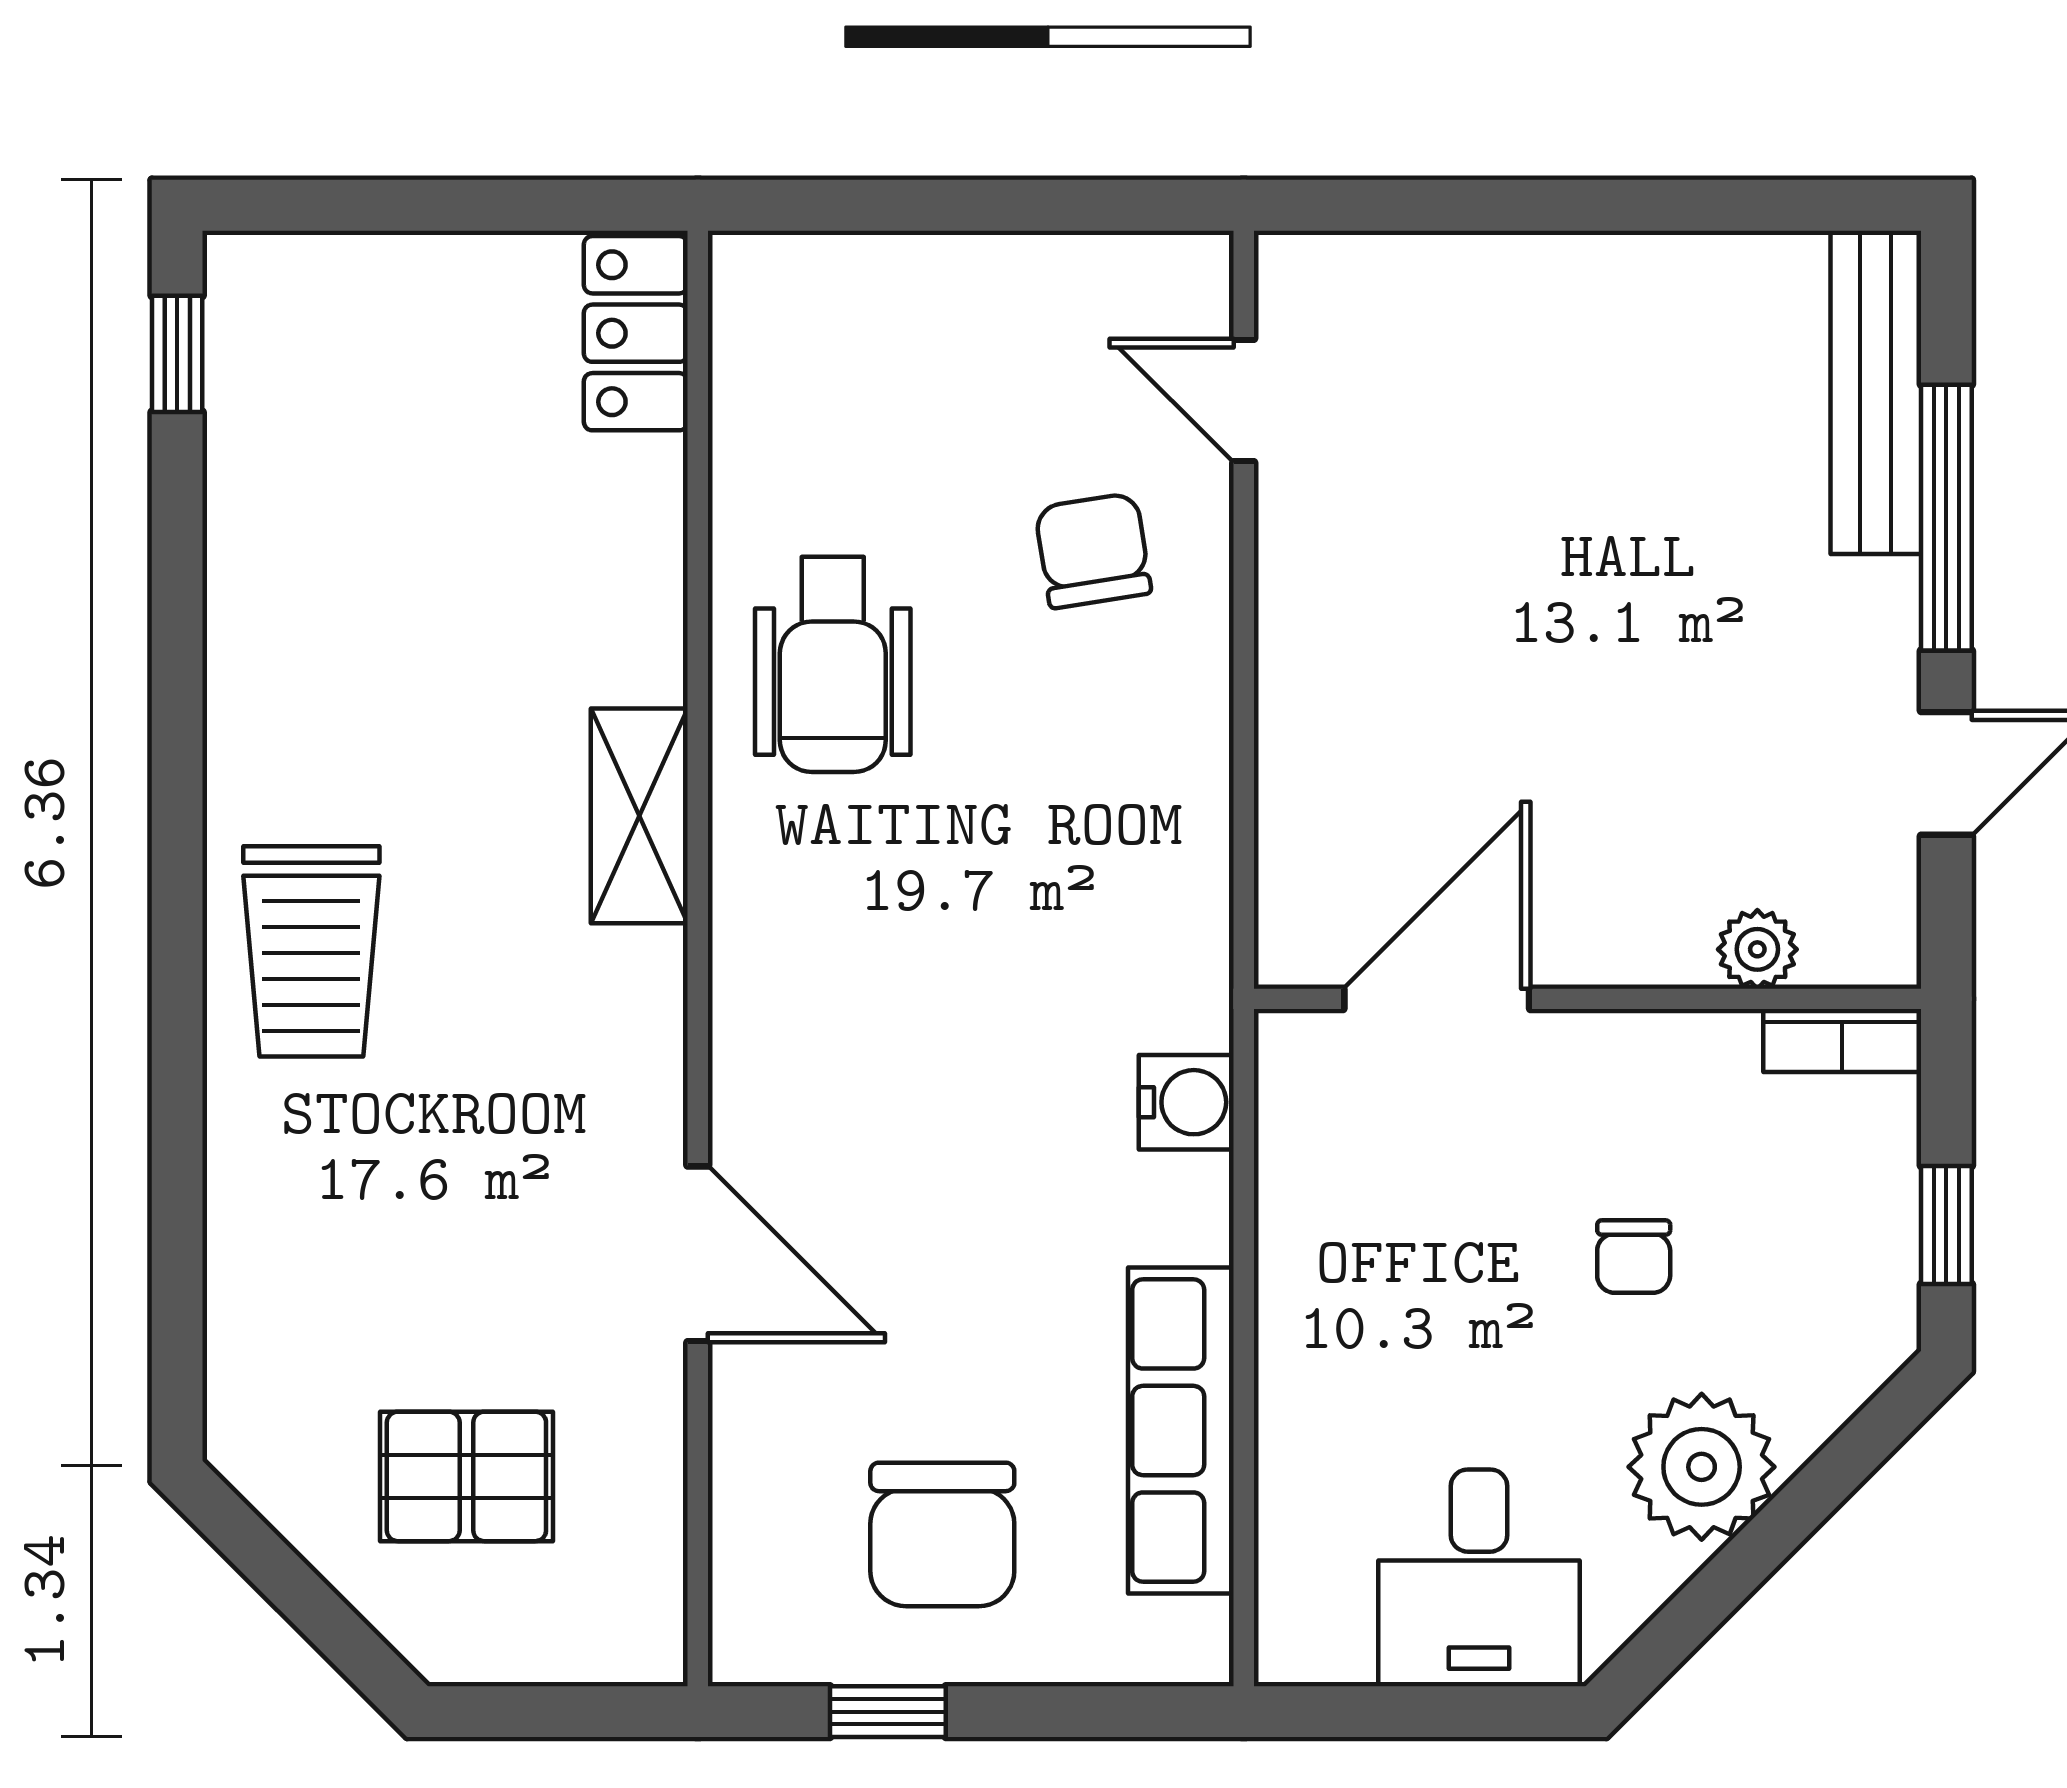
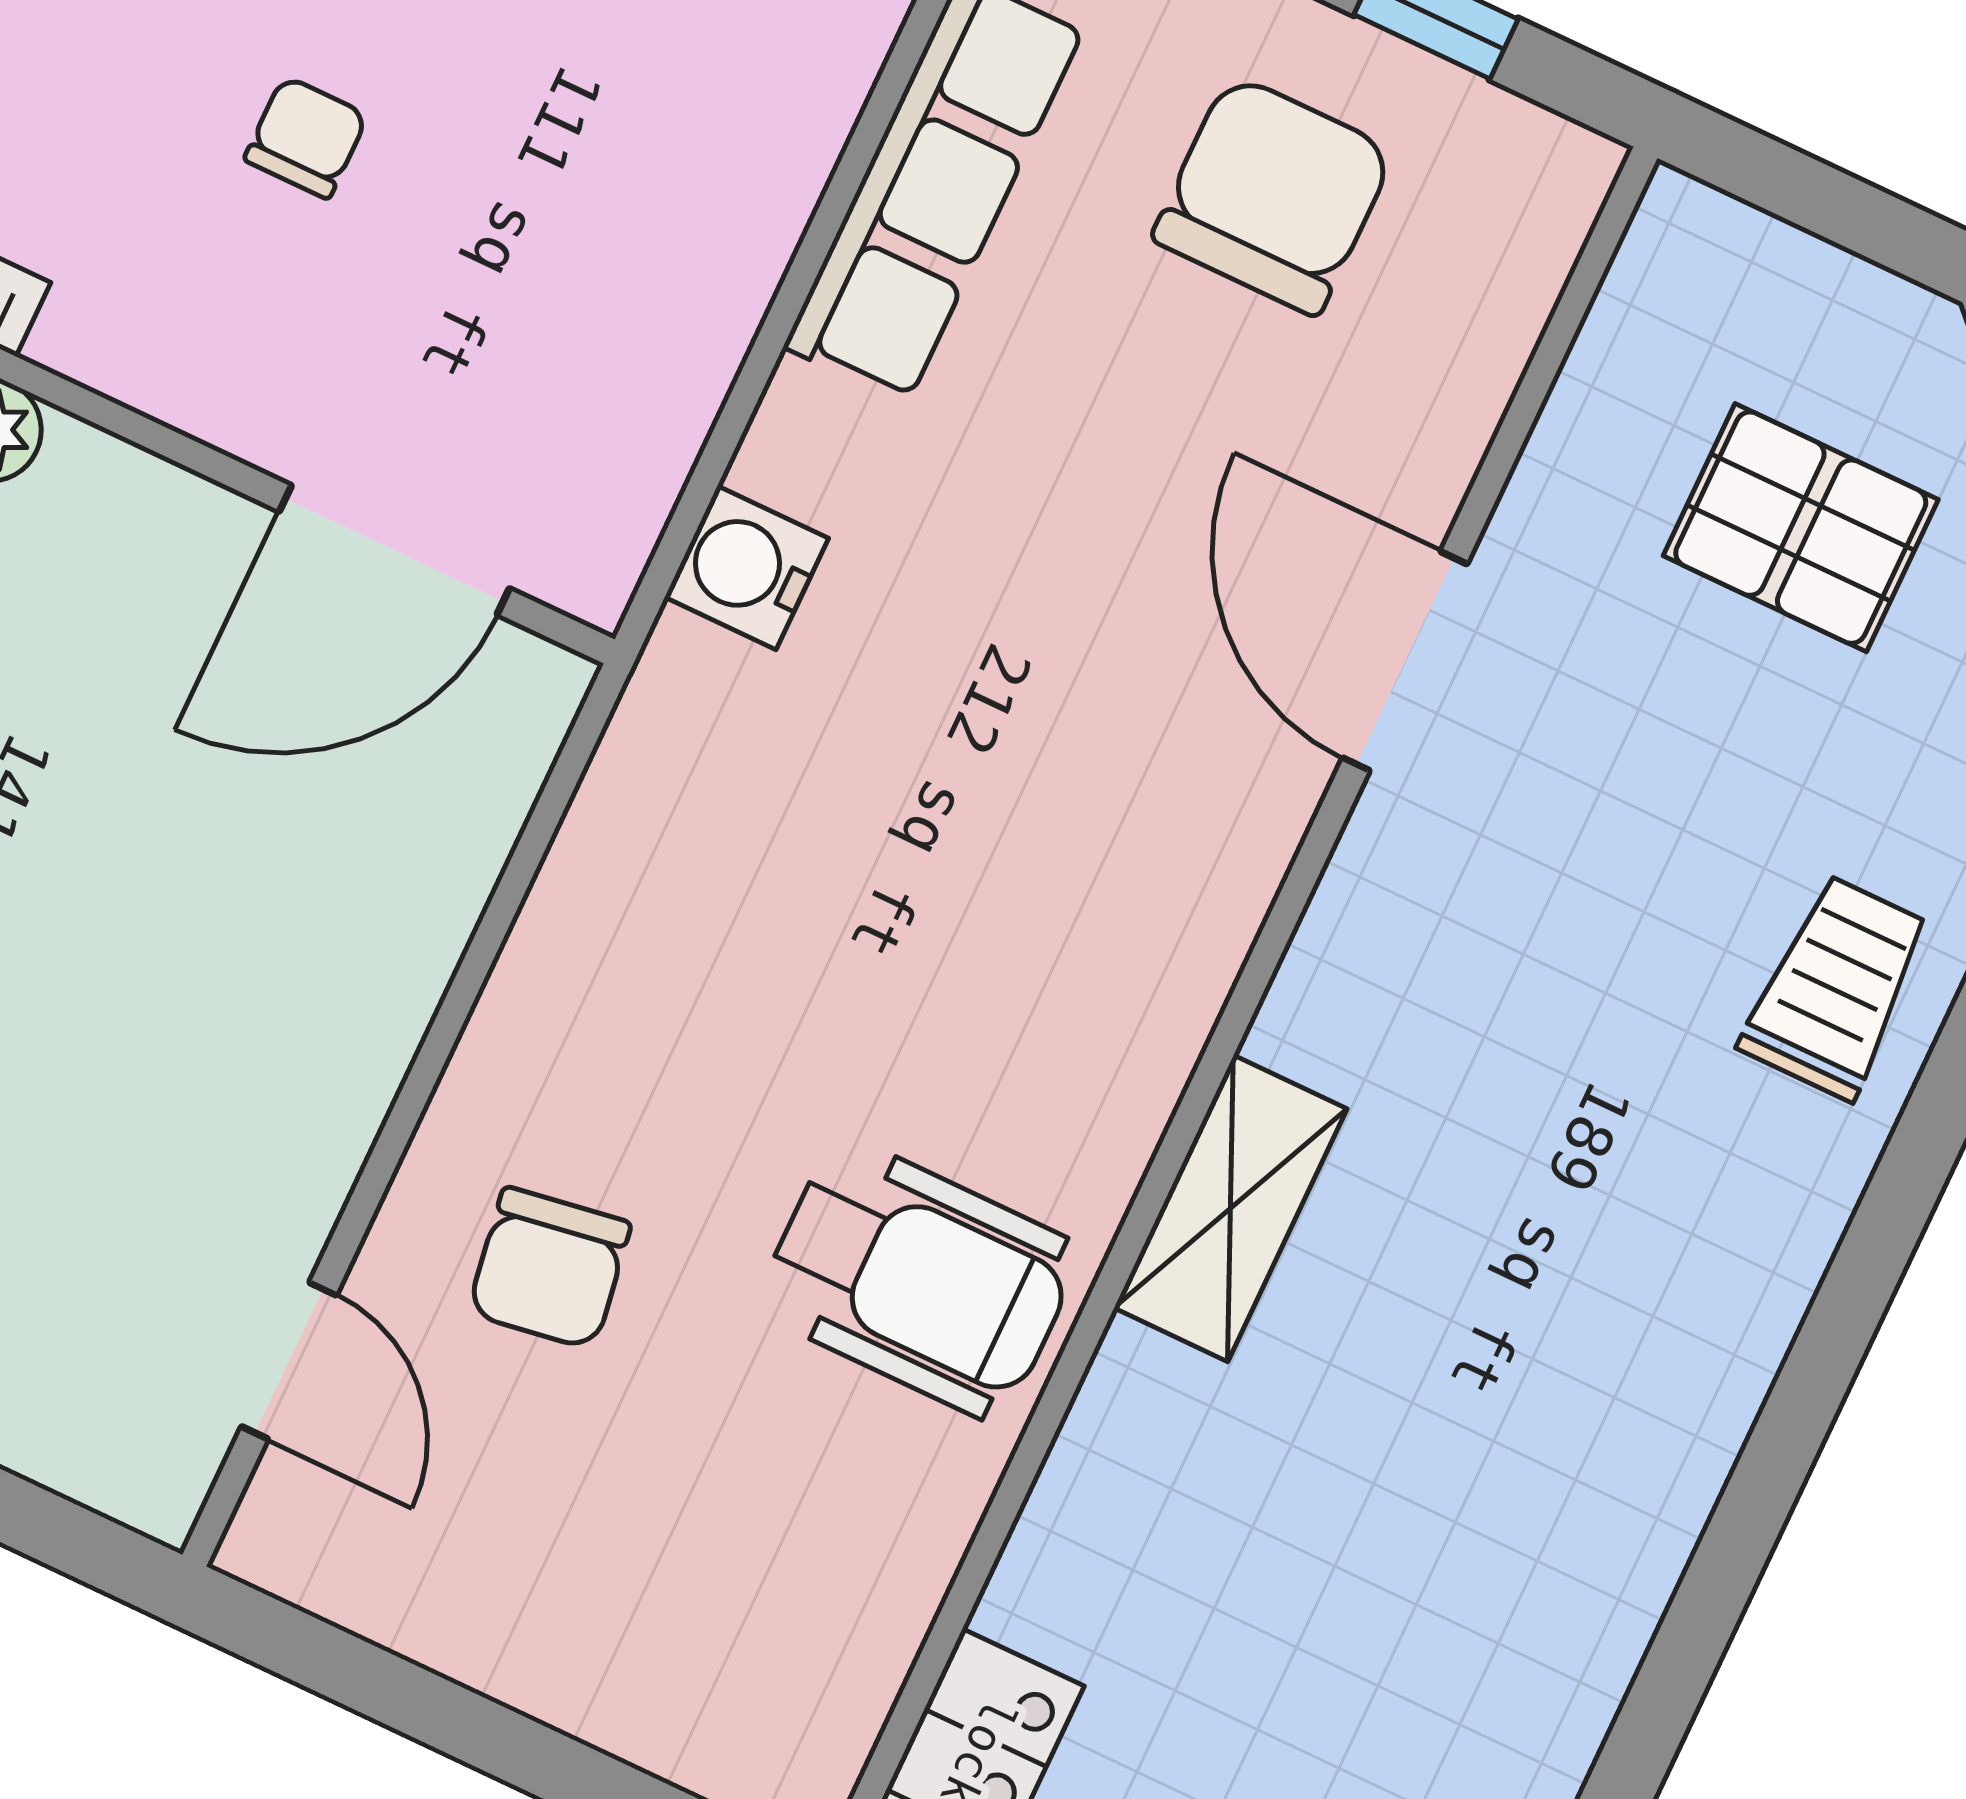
wheelchair: (833, 664) -> (919, 1279), turned 90
trolley: (311, 951) -> (1836, 987), moved, width x0.73, depth x0.72

